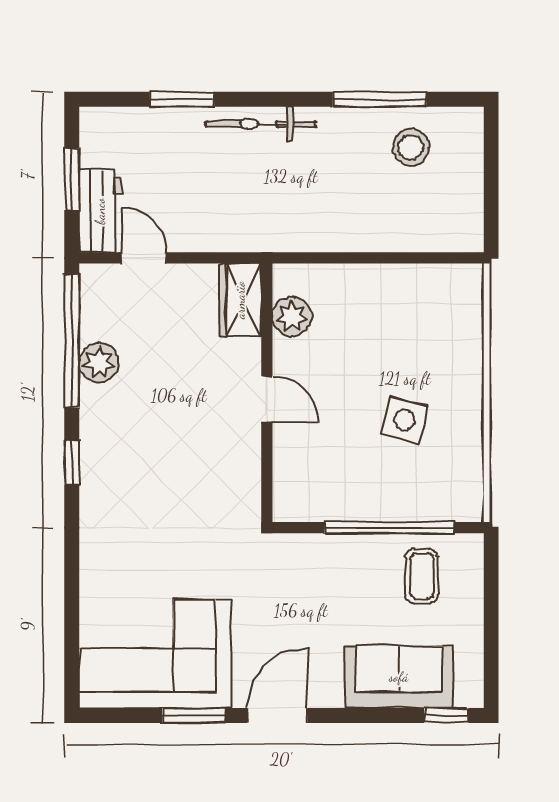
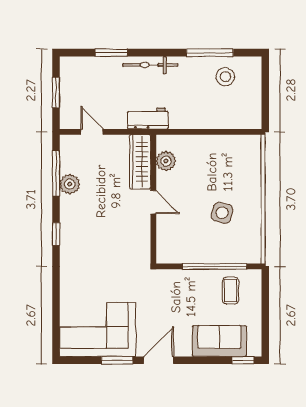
workbench: (100, 211) -> (148, 118), moved, turned -90
wardrobe: (240, 300) -> (140, 162), width x1.50
window: (72, 341) -> (56, 173), width x0.68

